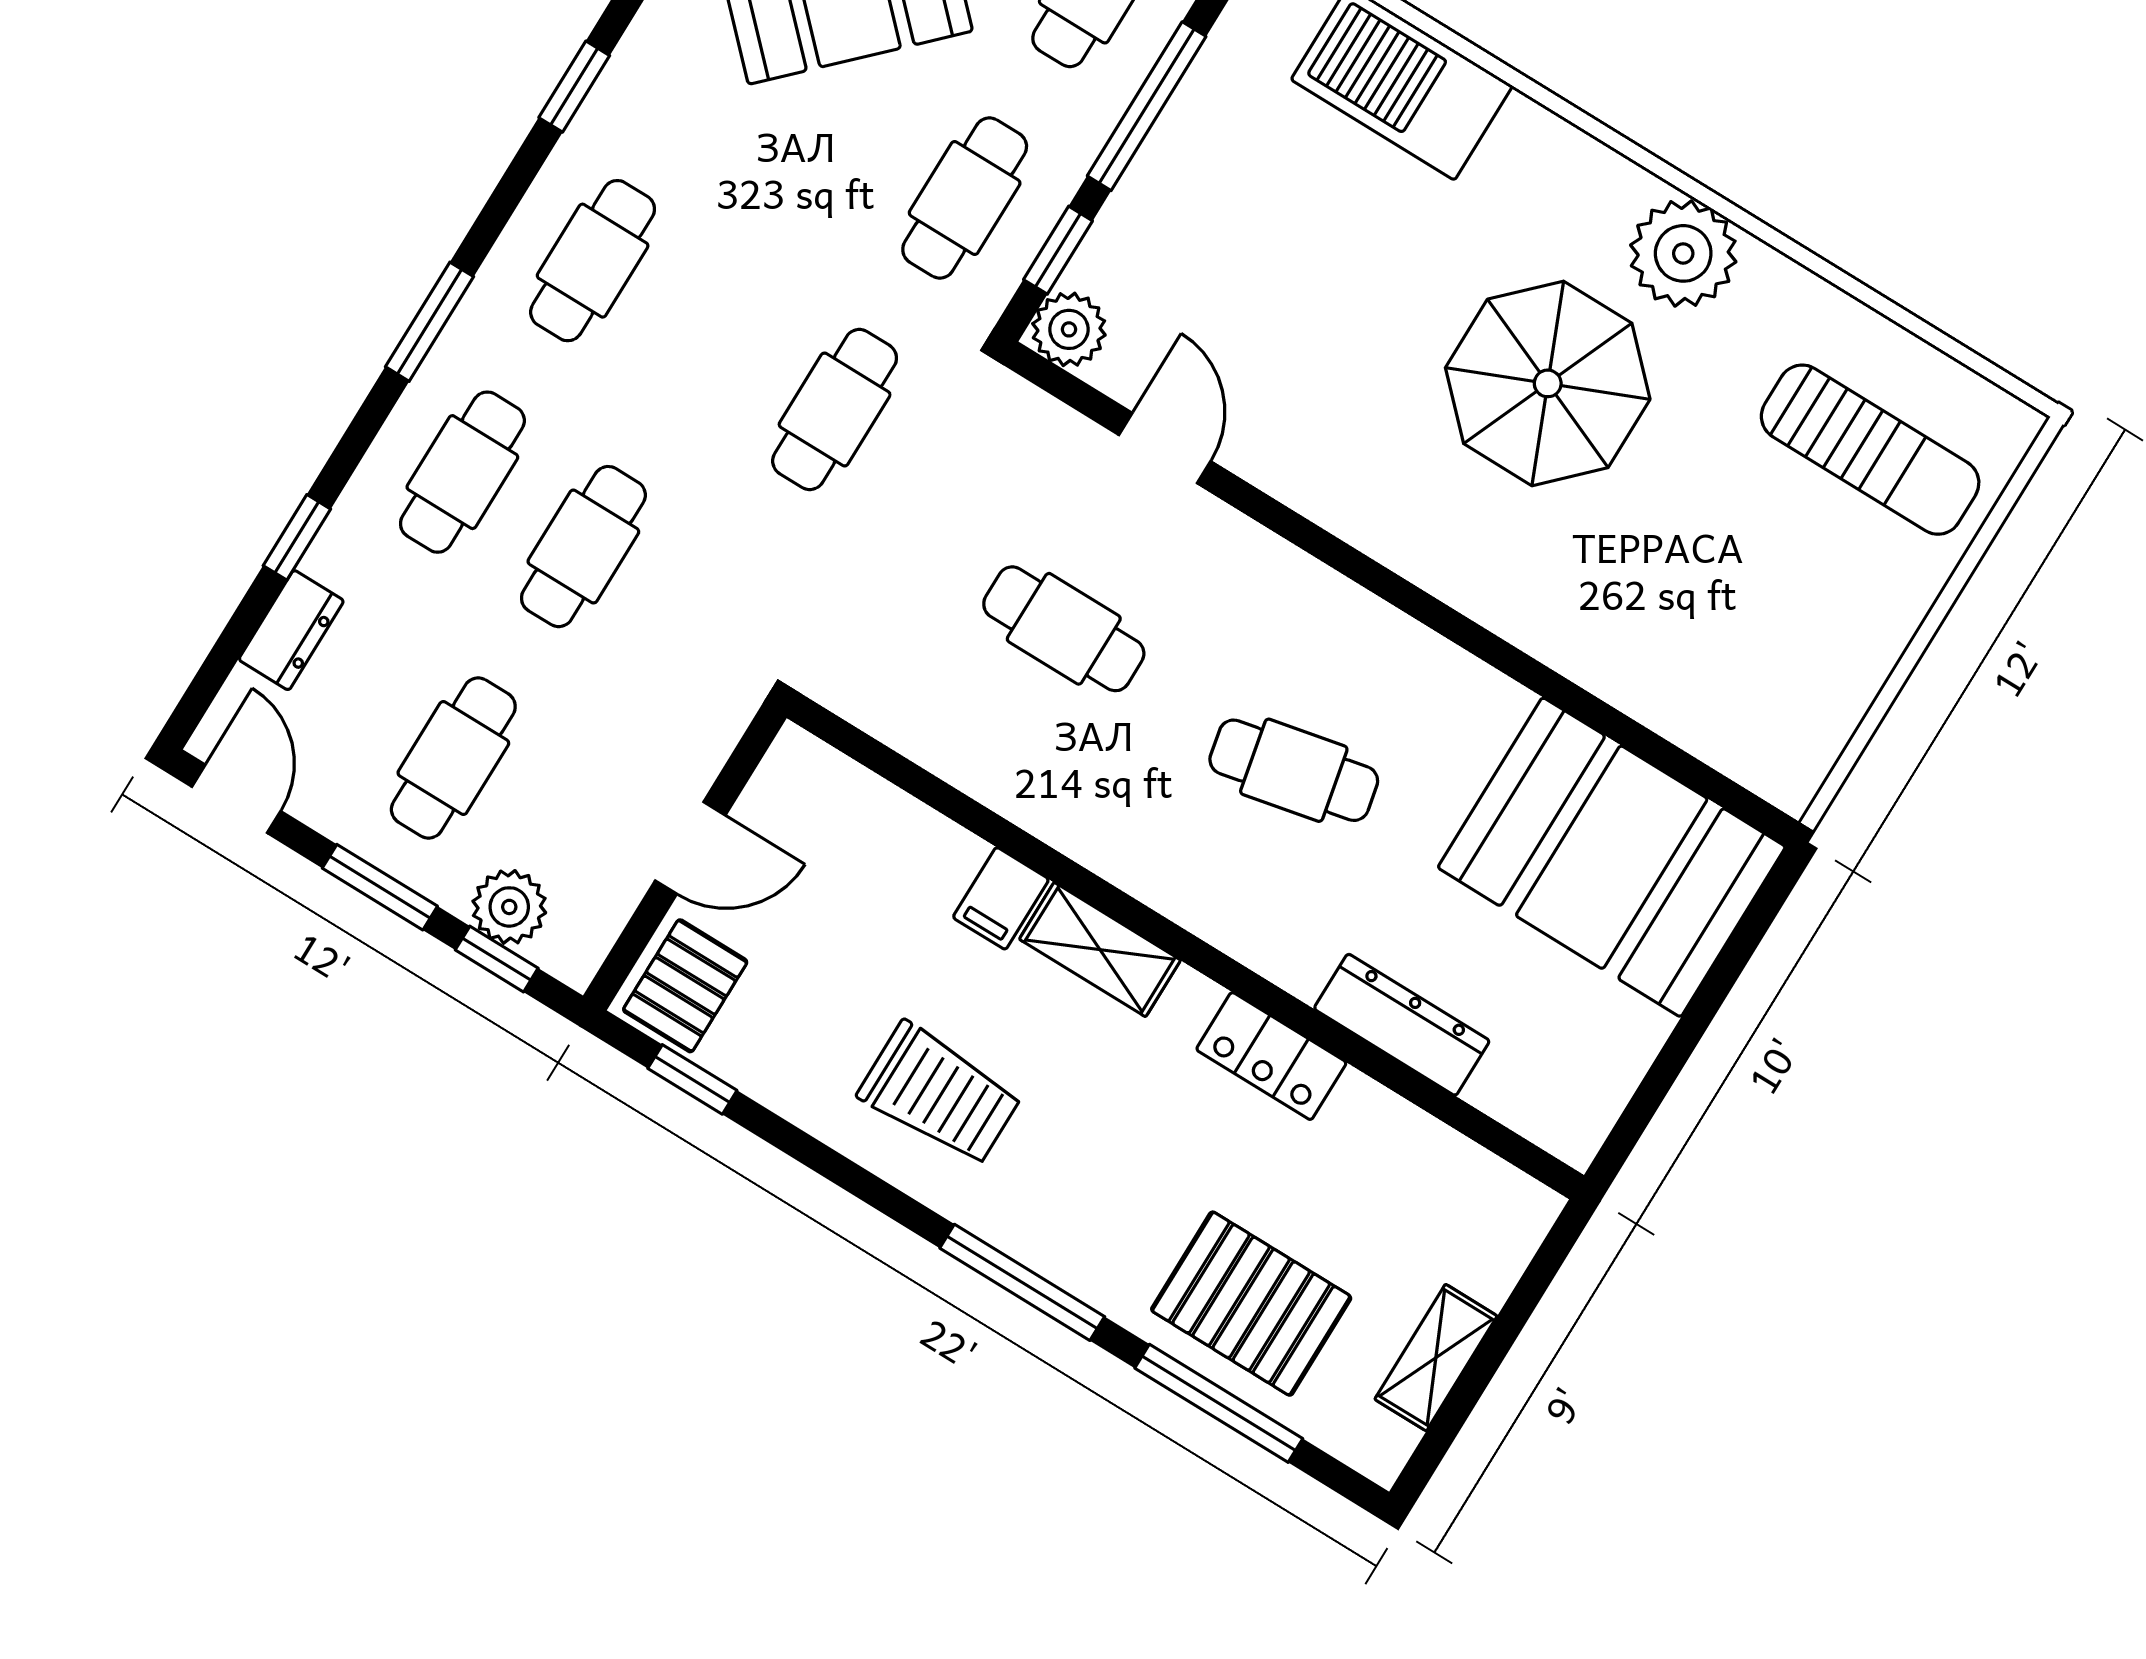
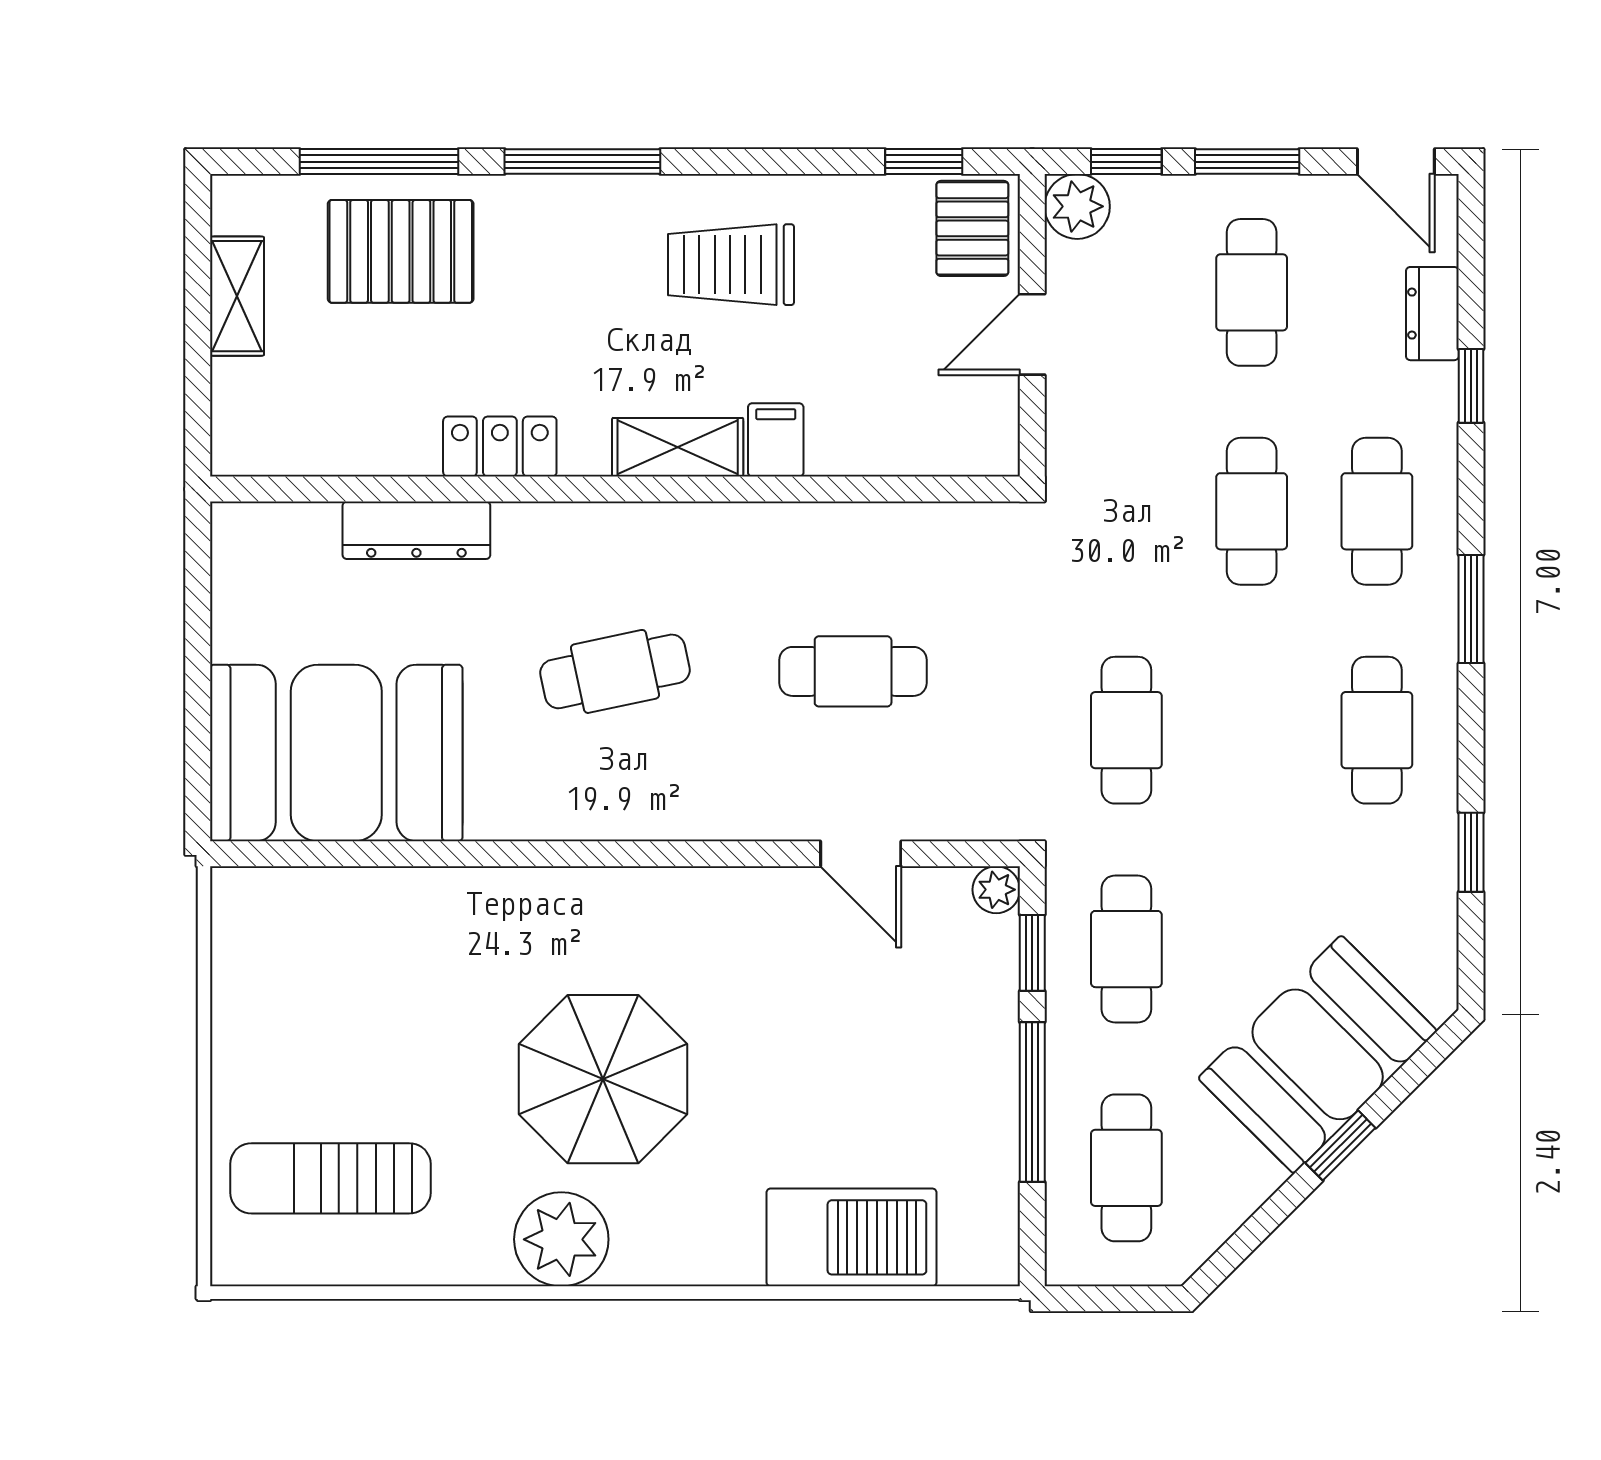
plant: (1069, 329) -> (996, 890), width x0.73, depth x0.73
plant: (509, 907) -> (1077, 206), moved

